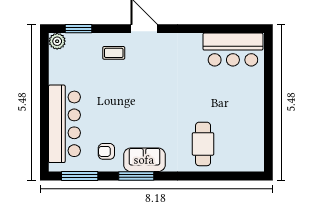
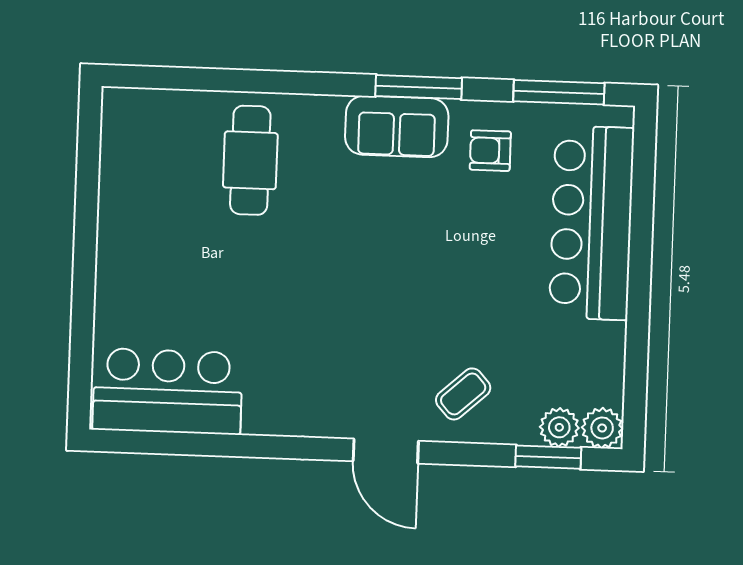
plant: (74, 41) -> (559, 427), added
coffee table: (114, 53) -> (463, 394), turned -42
armchair: (106, 151) -> (490, 151), turned 180

